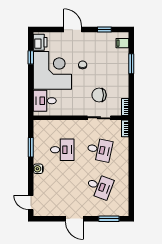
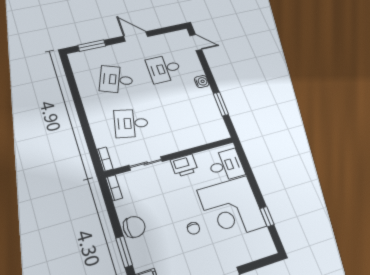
printer: (40, 42) -> (184, 165), moved, turned -90
chair: (99, 95) -> (134, 227), moved
desk: (62, 150) -> (164, 69), moved

